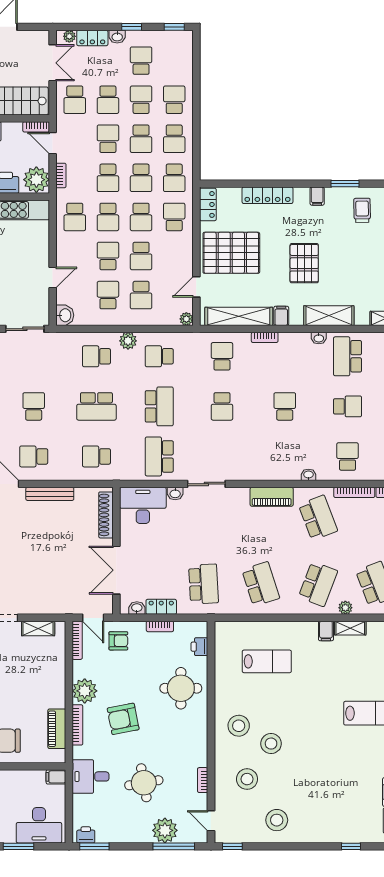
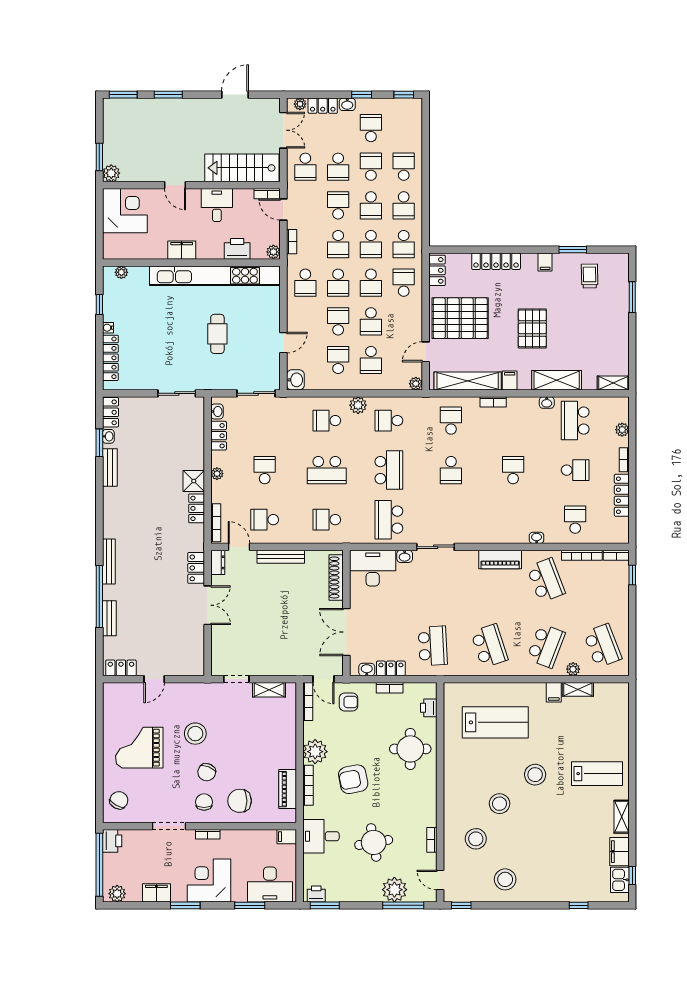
plant: (36, 180) -> (273, 252), width x0.53, depth x0.53
lab bench: (267, 661) -> (495, 722), width x1.36, depth x1.39
stool: (239, 726) -> (535, 775), moved

